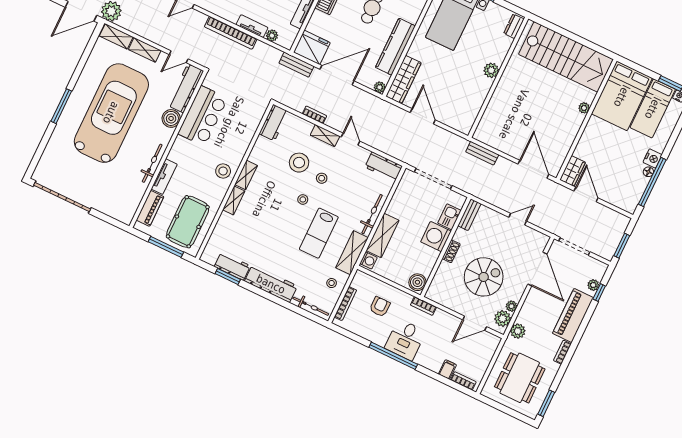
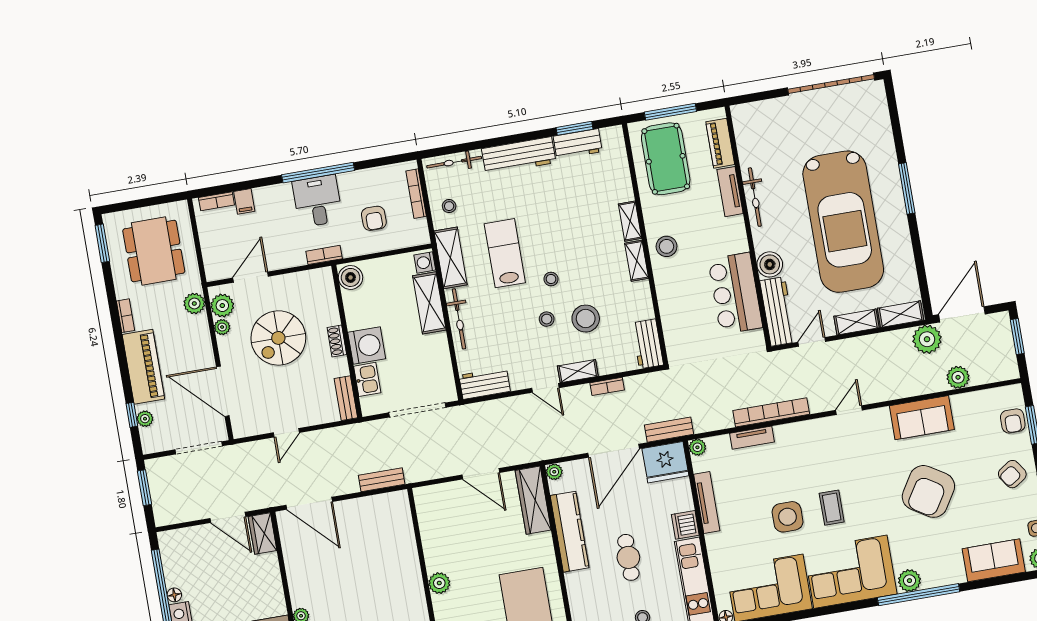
plant: (272, 36) -> (697, 447), moved

